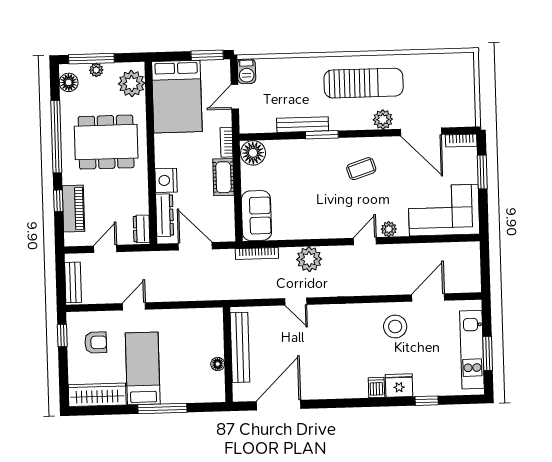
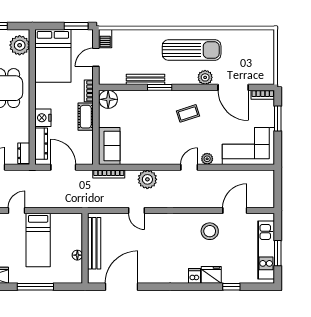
bed: (143, 368) -> (38, 240), moved, turned 180

